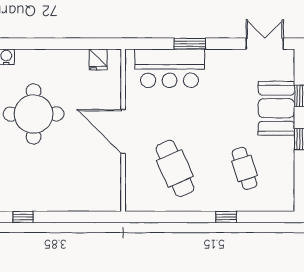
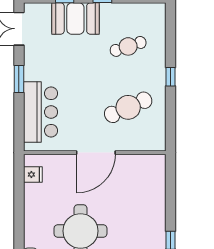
window: (190, 44) -> (19, 79), moved
window: (226, 217) -> (171, 77), moved

